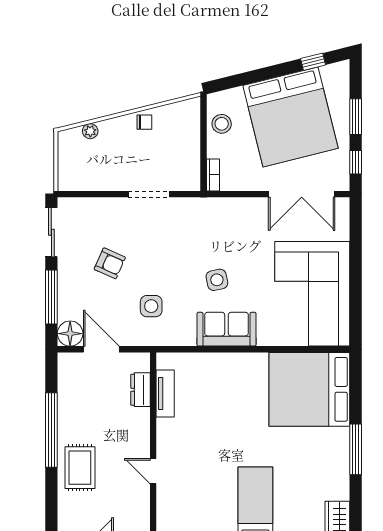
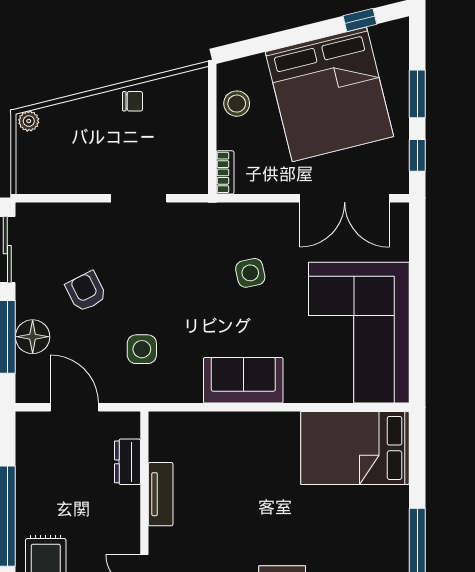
plant: (90, 131) -> (29, 121), moved
armchair: (110, 263) -> (86, 292), turned -141
side table: (217, 280) -> (250, 273), moved
floor lamp: (70, 334) -> (33, 337), moved
bed: (309, 389) -> (355, 448), width x0.73
tv unit: (165, 394) -> (161, 494), moved

